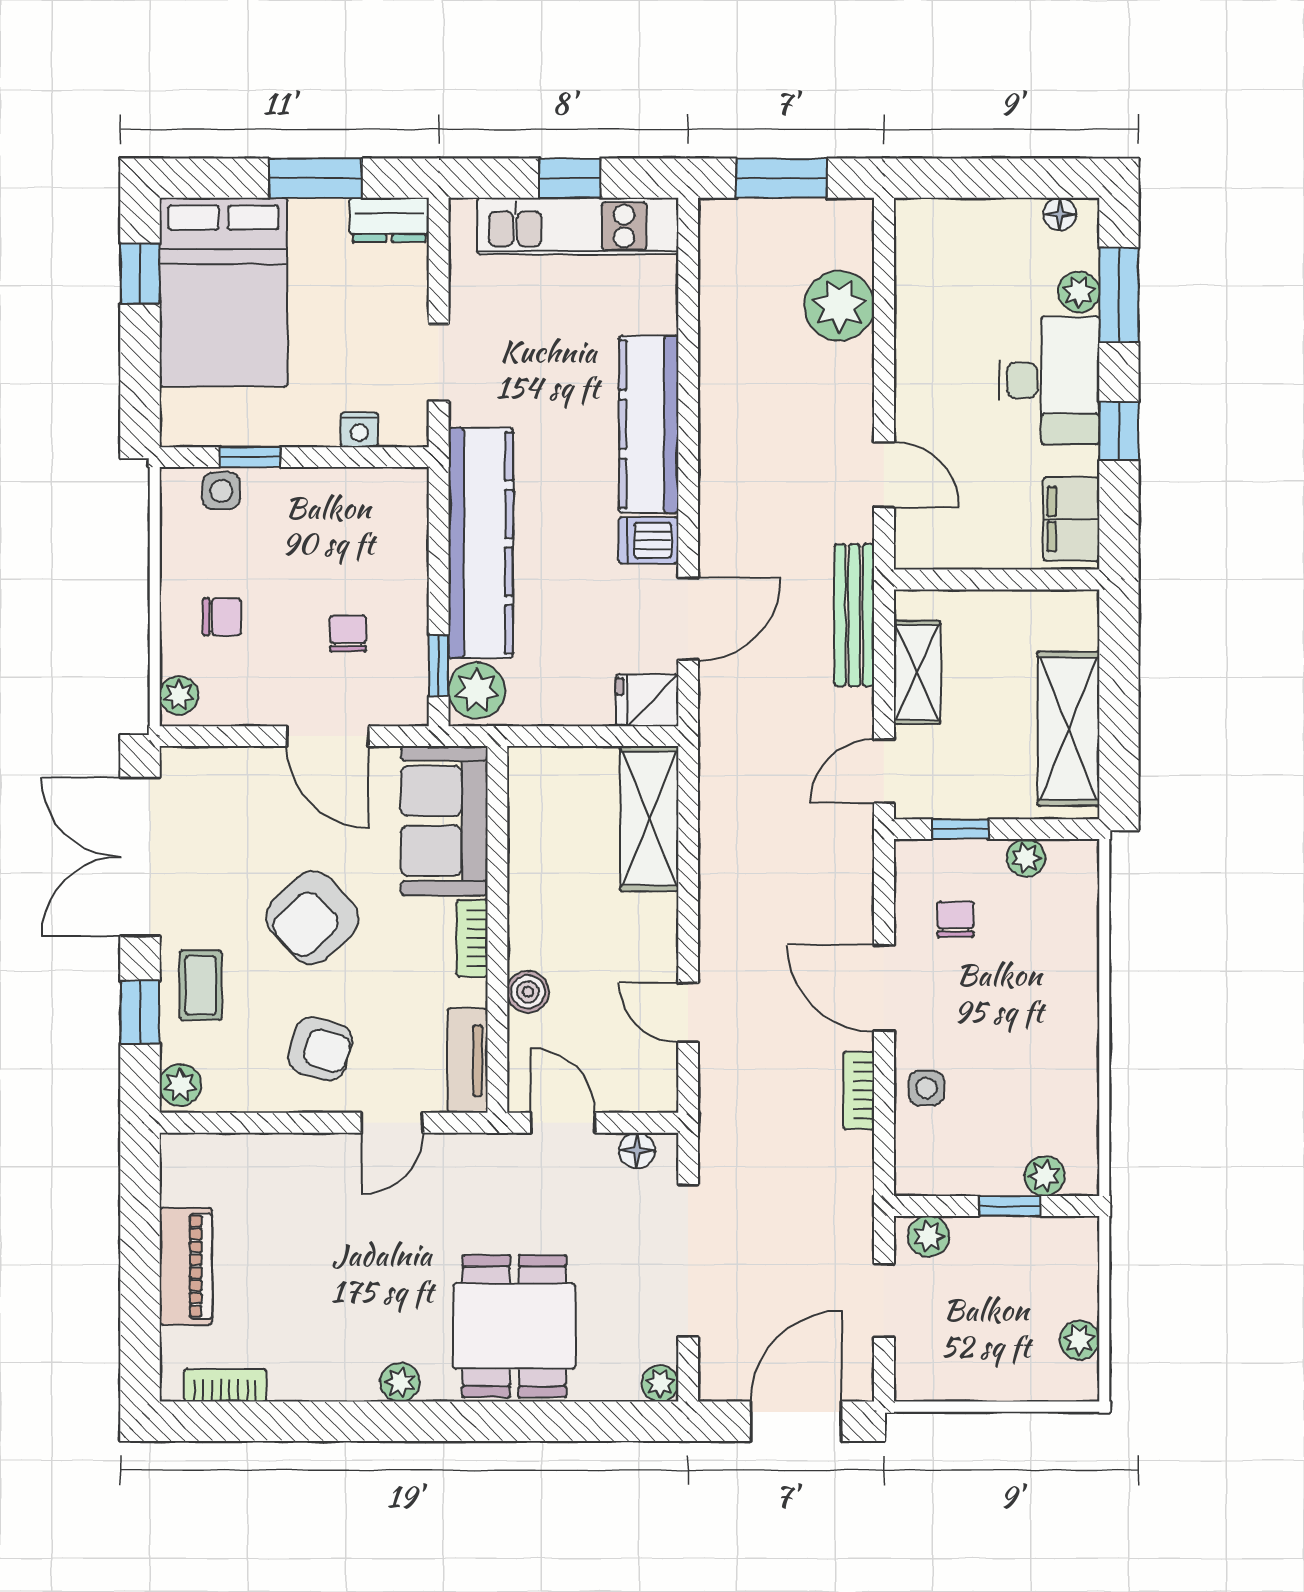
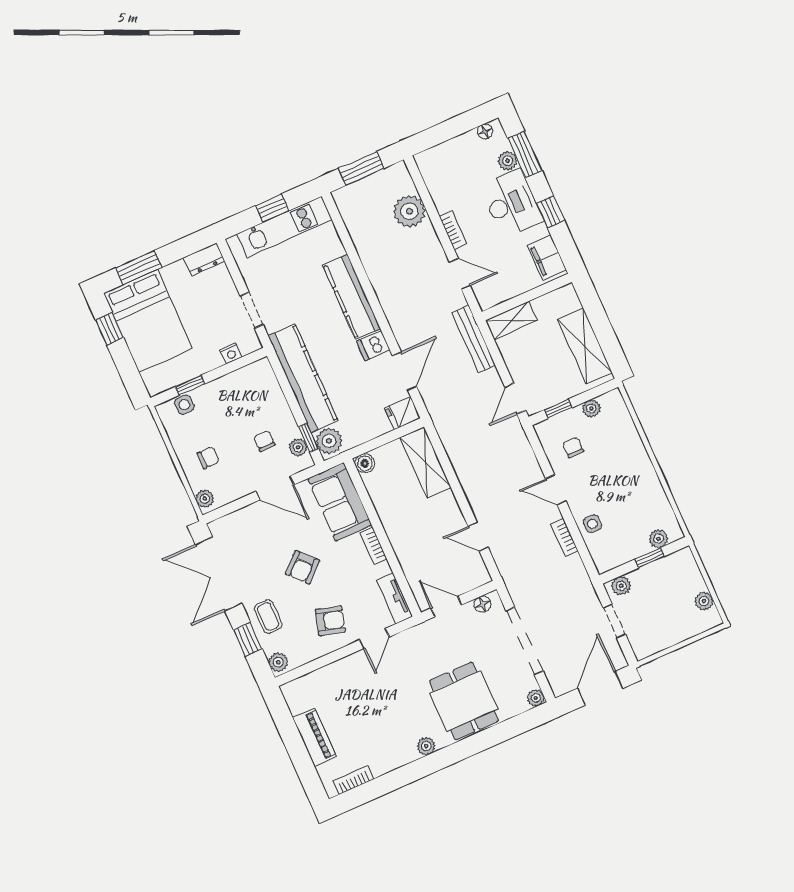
window: (315, 178) -> (139, 268), moved
bookcase: (909, 381) -> (453, 230), added
shelving: (917, 672) -> (511, 320), moved, turned 90
plant: (410, 676) -> (298, 447), added
armchair: (312, 918) -> (302, 567), width x0.72, depth x0.72
door: (884, 988) -> (556, 490), width x0.73
boiler: (528, 992) -> (365, 463), moved

